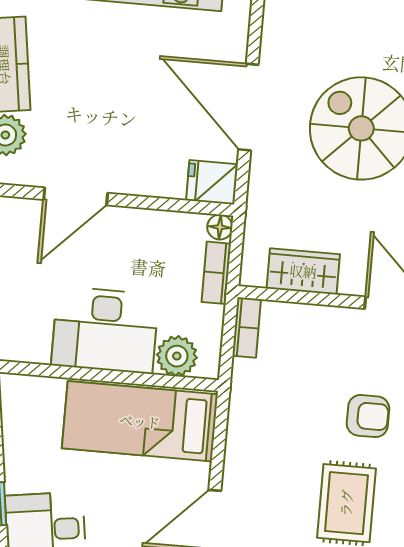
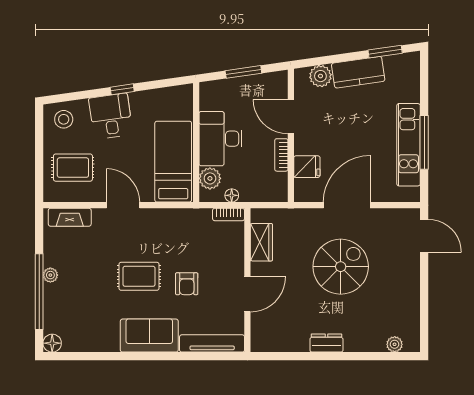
fridge: (212, 182) -> (307, 167), moved, turned 90
floor lamp: (220, 227) -> (232, 195), moved
bookcase: (216, 273) -> (281, 155), moved, turned -90

